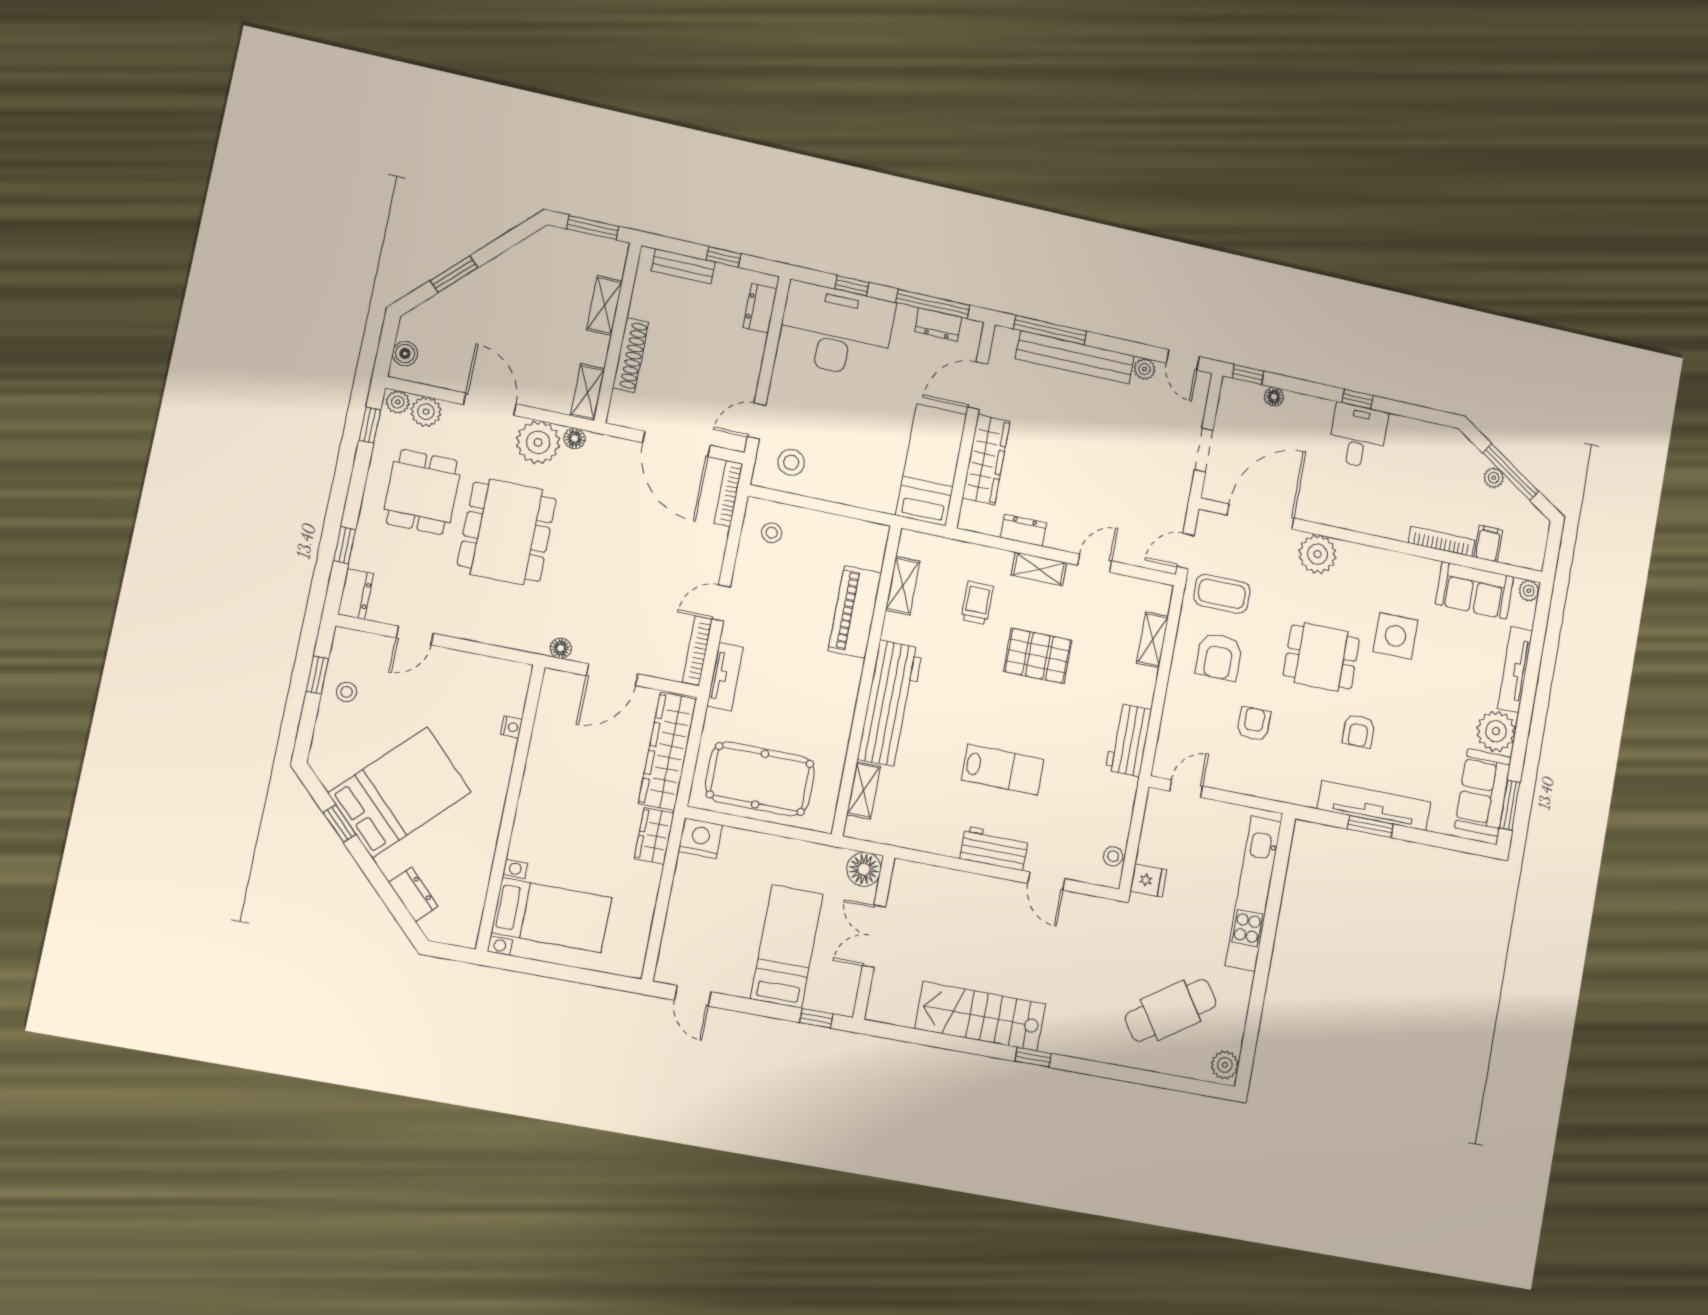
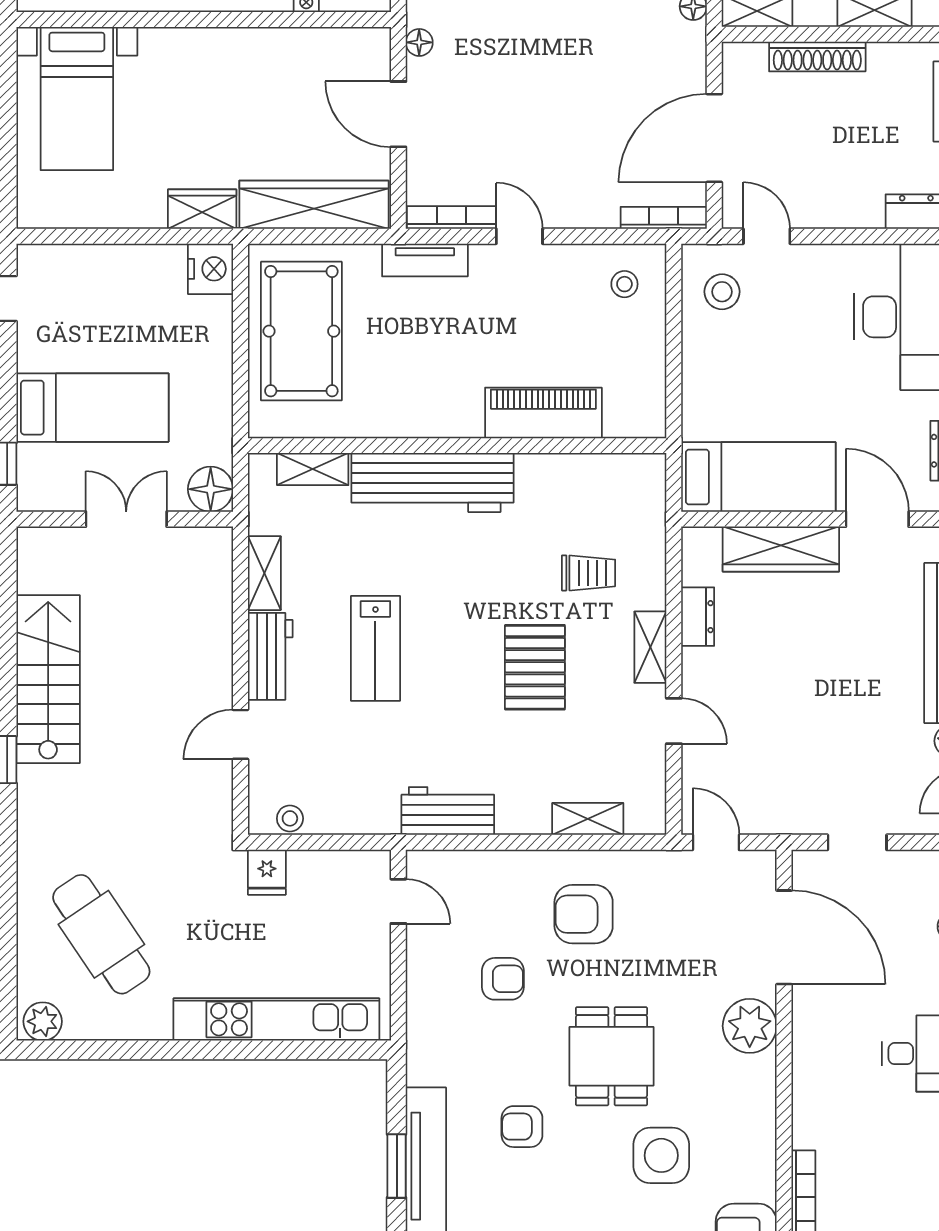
shelving: (903, 586) -> (264, 573), moved, turned 90
coffee table: (1222, 594) -> (669, 903), removed

